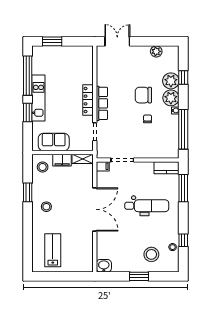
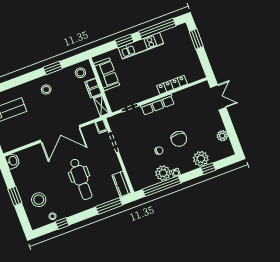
chair: (143, 95) -> (179, 139), turned 180
plant: (171, 98) -> (163, 173), moved
locker: (88, 100) -> (172, 85), moved

